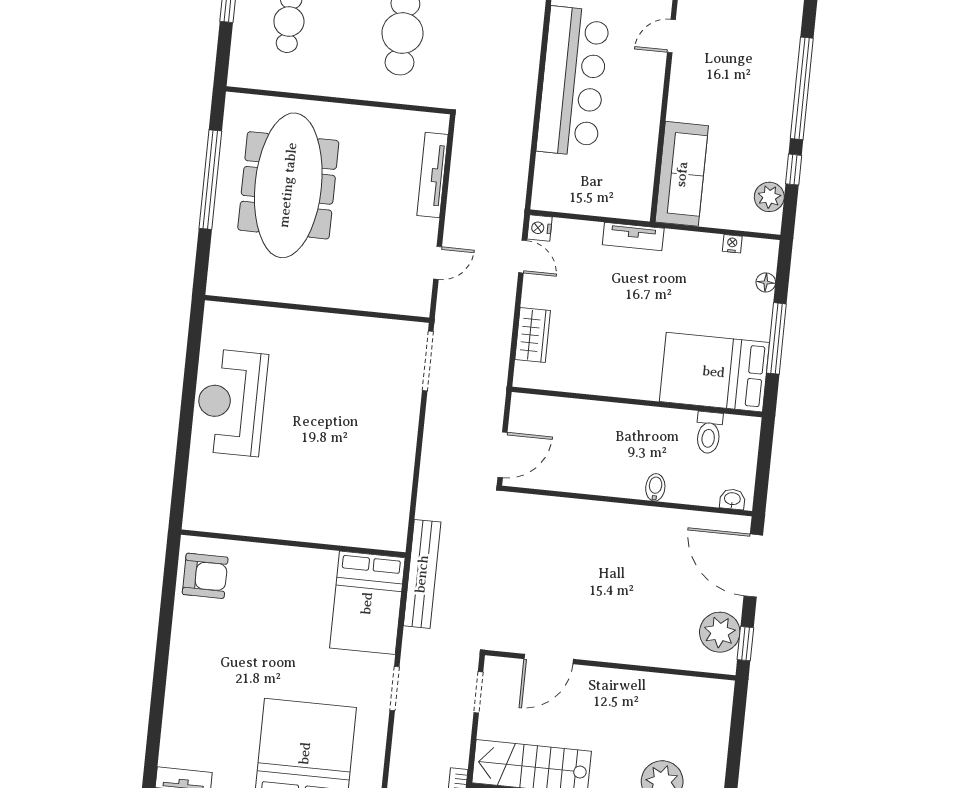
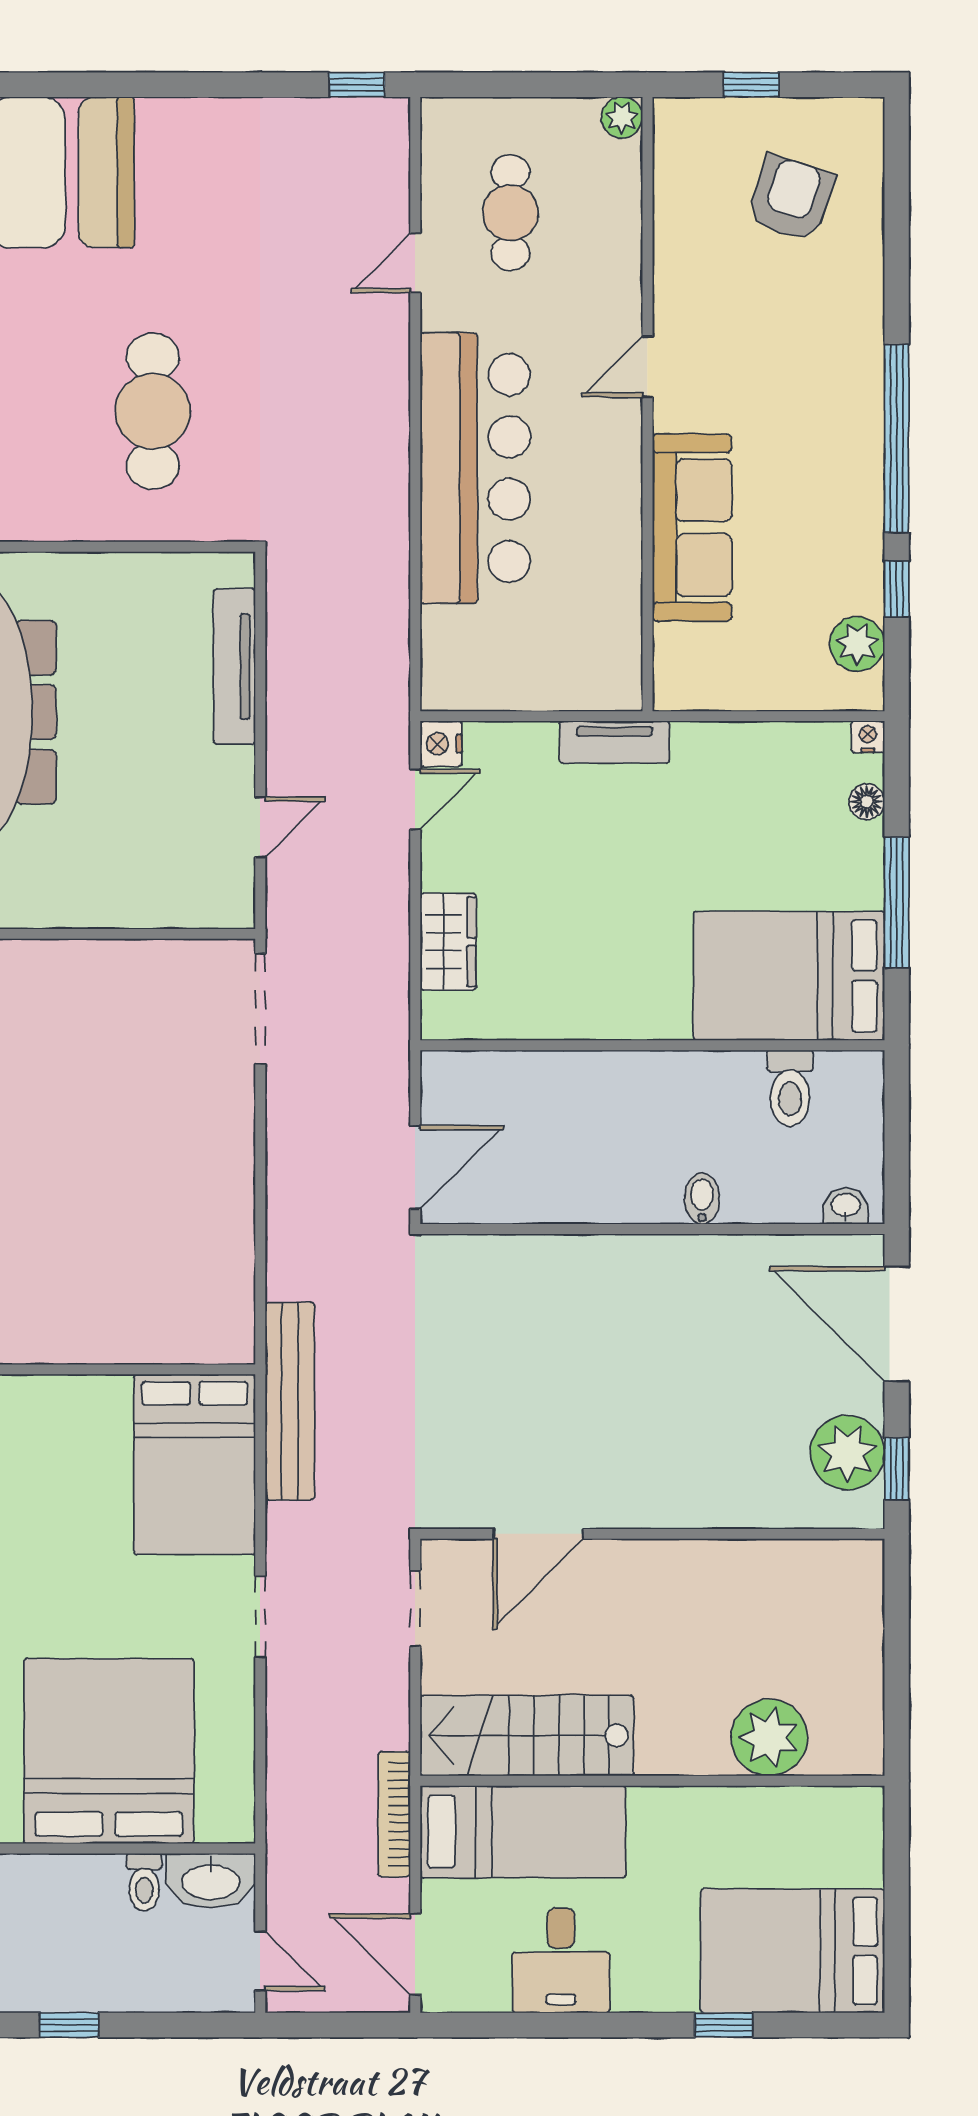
sofa: (682, 174) -> (692, 528), moved
nightstand: (732, 244) -> (868, 737), moved
door: (523, 257) -> (415, 799), hinge flipped

